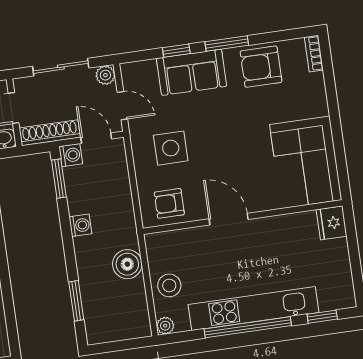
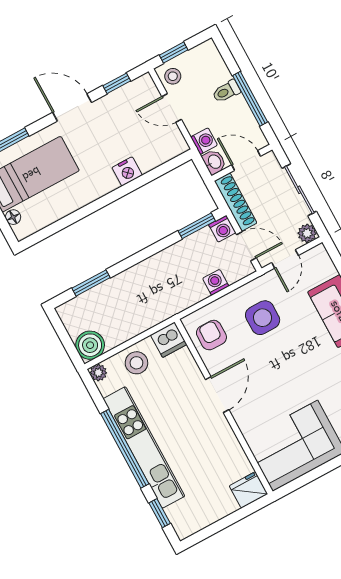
door: (96, 138) -> (246, 246), hinge flipped
washing machine: (80, 225) -> (216, 282), moved, turned 180
dishwasher: (159, 246) -> (169, 340), added
boiler: (127, 264) -> (90, 345), moved

